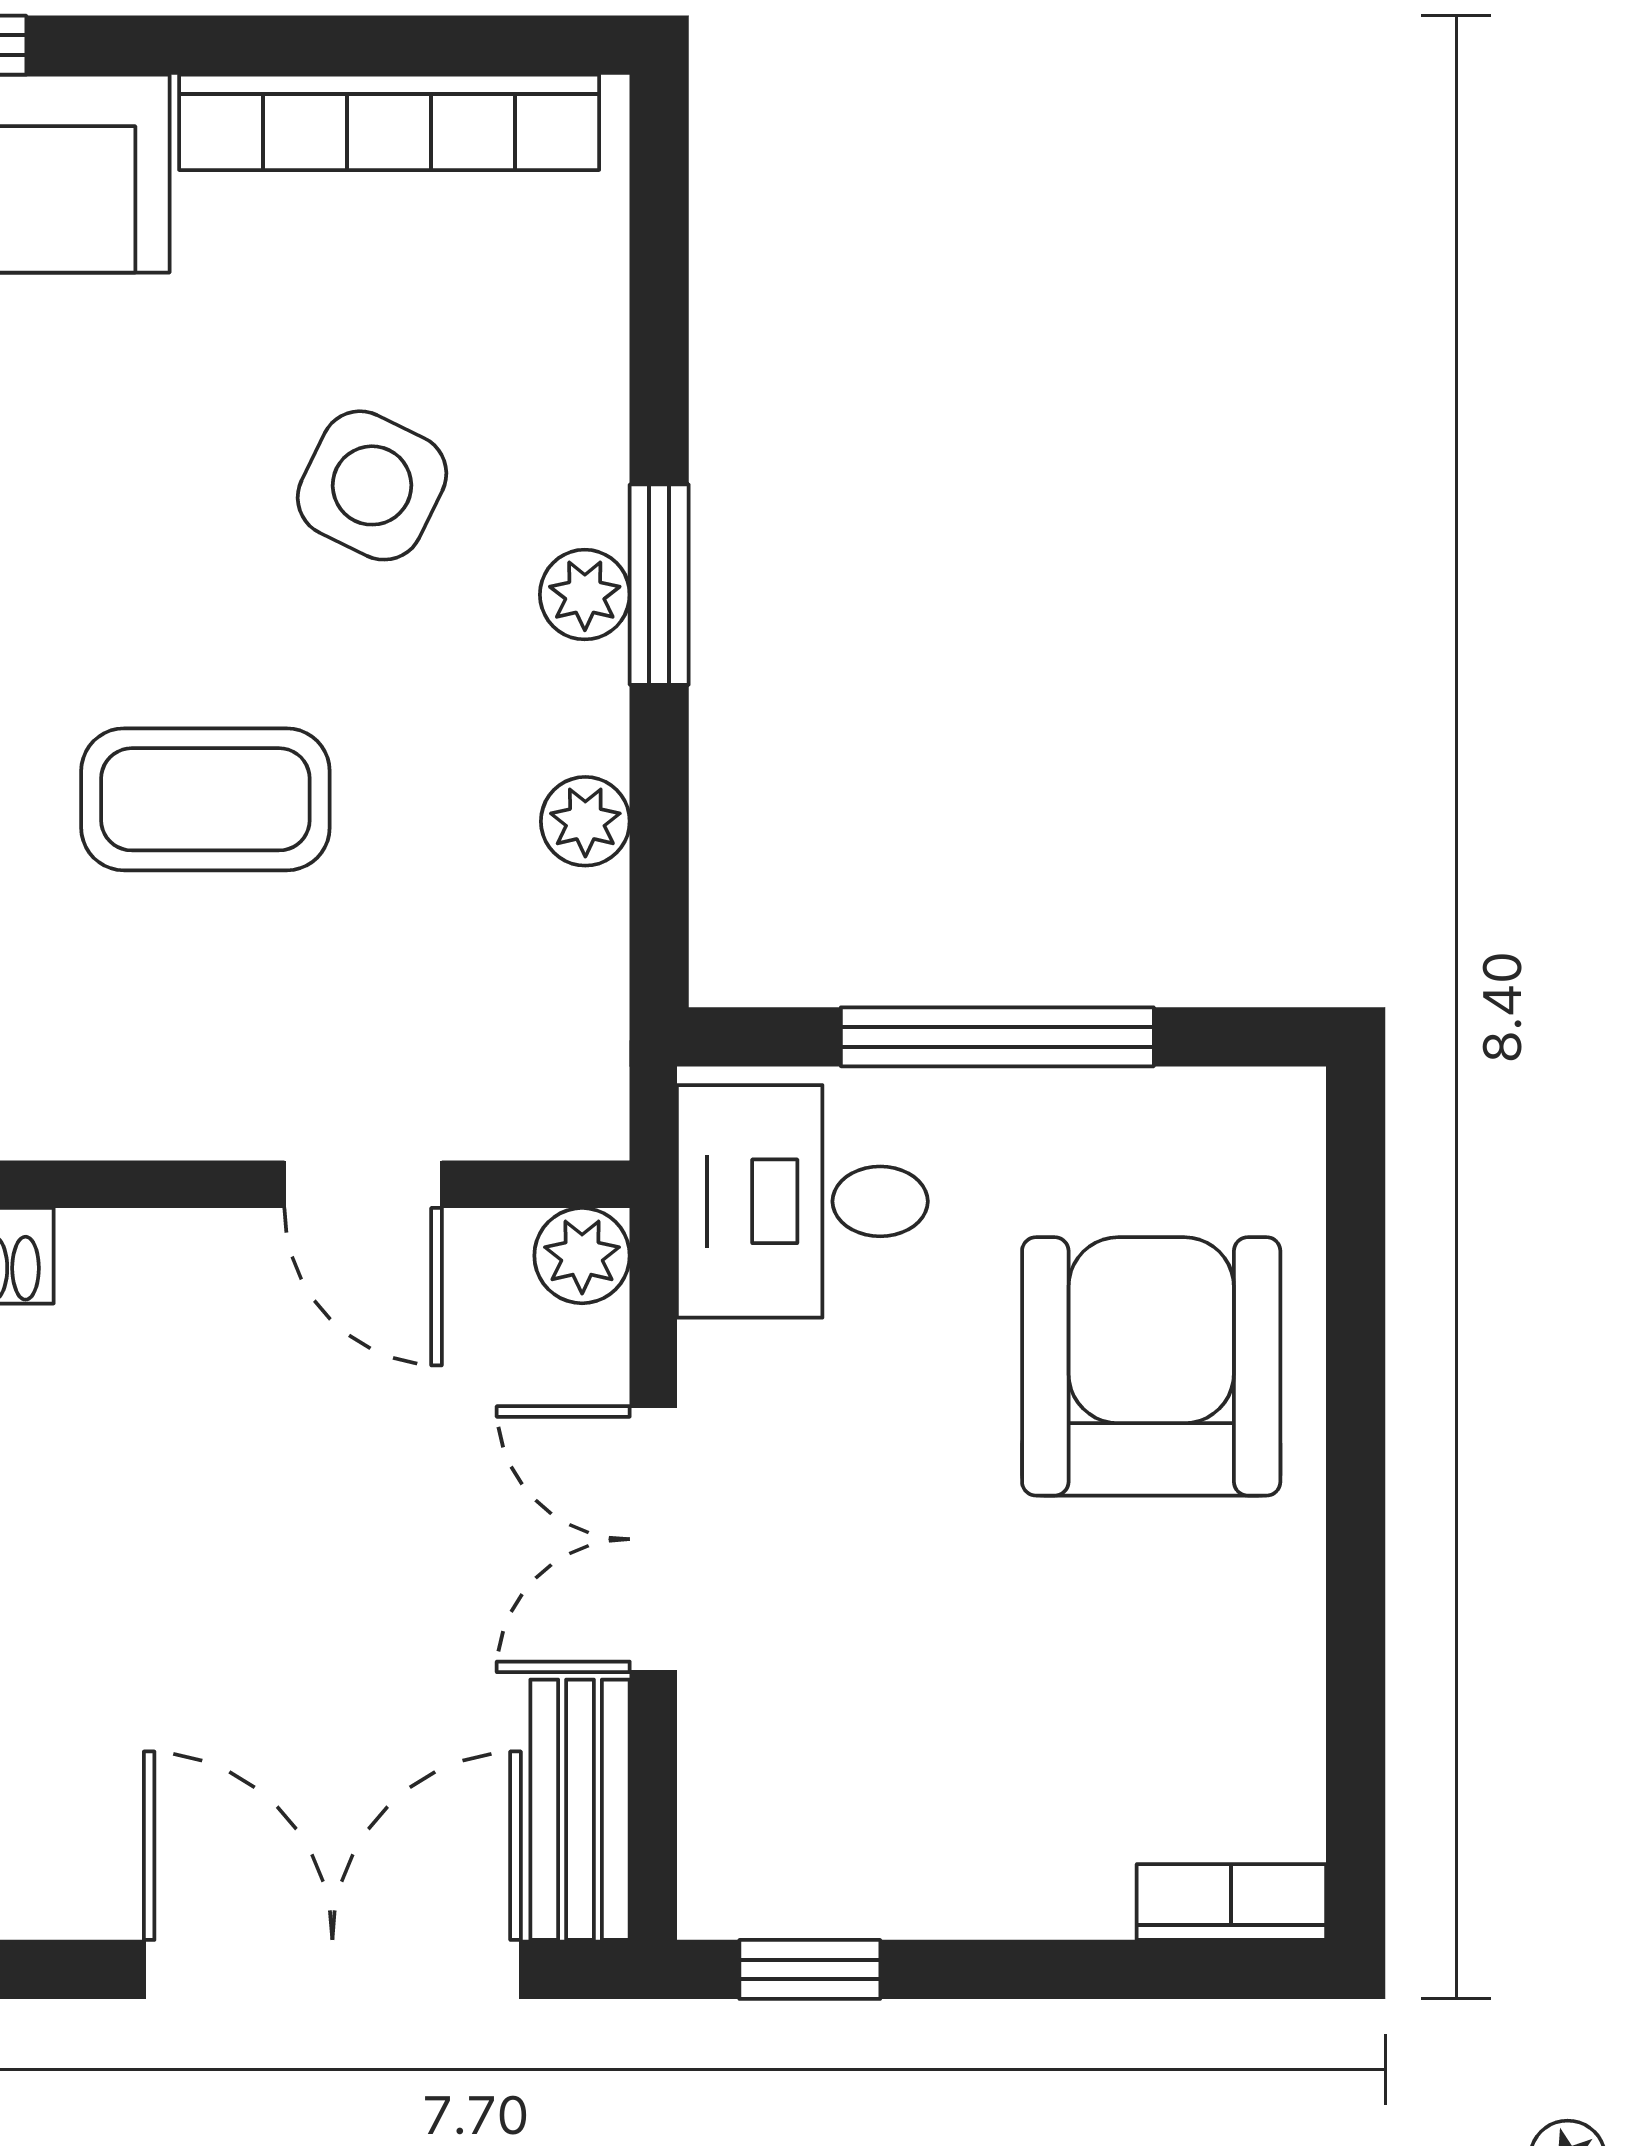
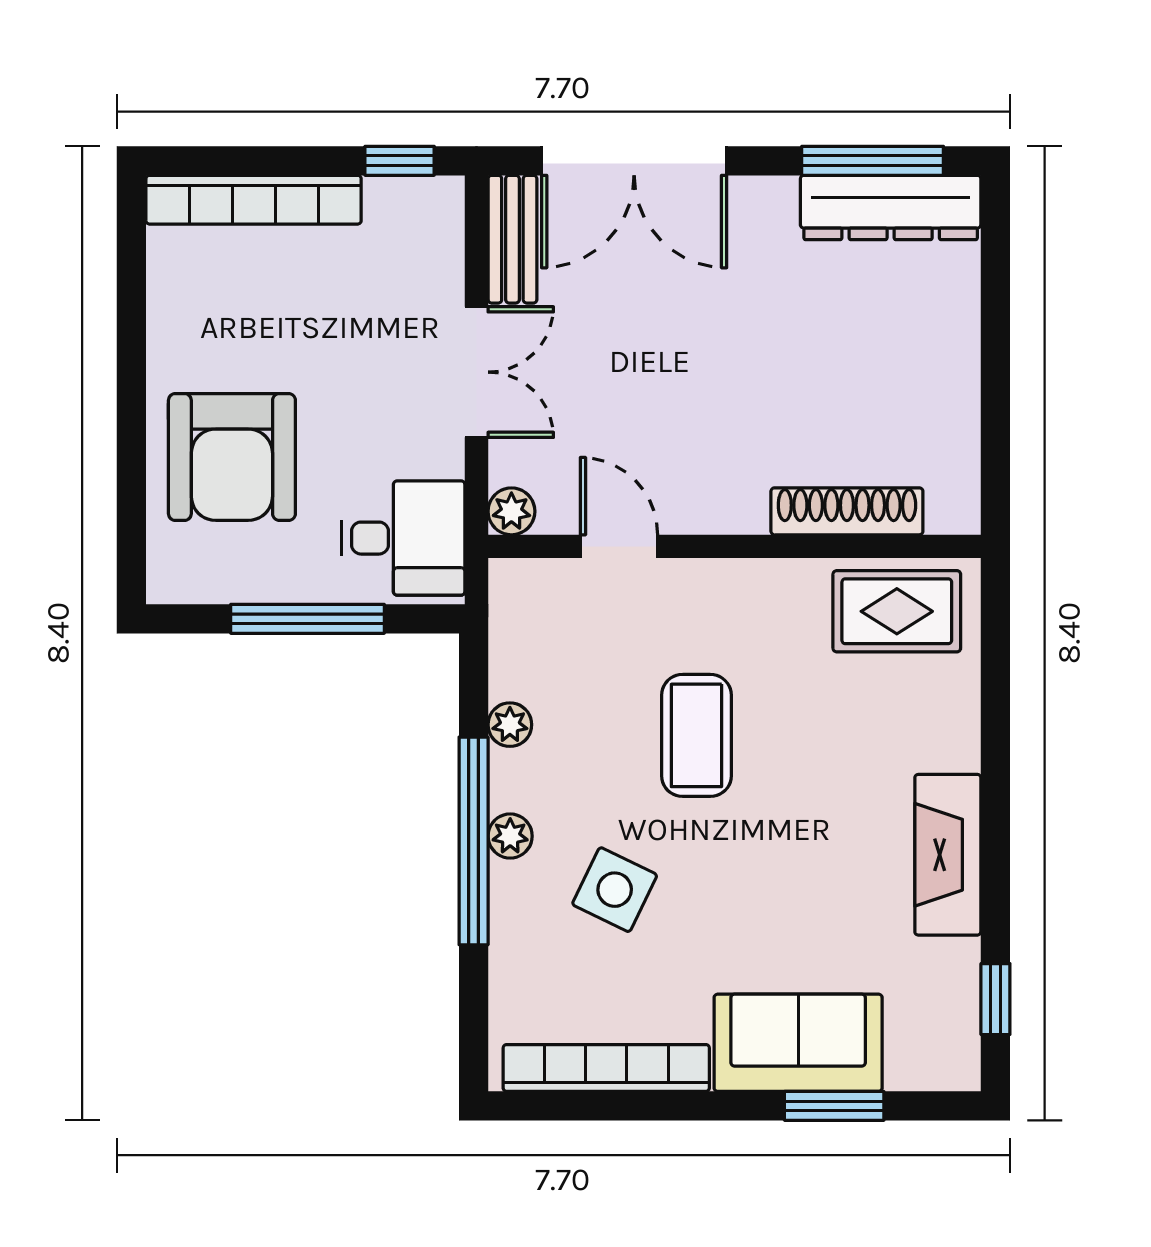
window: (659, 585) -> (474, 841), width x2.11
coffee table: (205, 799) -> (696, 735), turned 90
bookcase: (1231, 1902) -> (254, 200), width x2.31, depth x1.31

